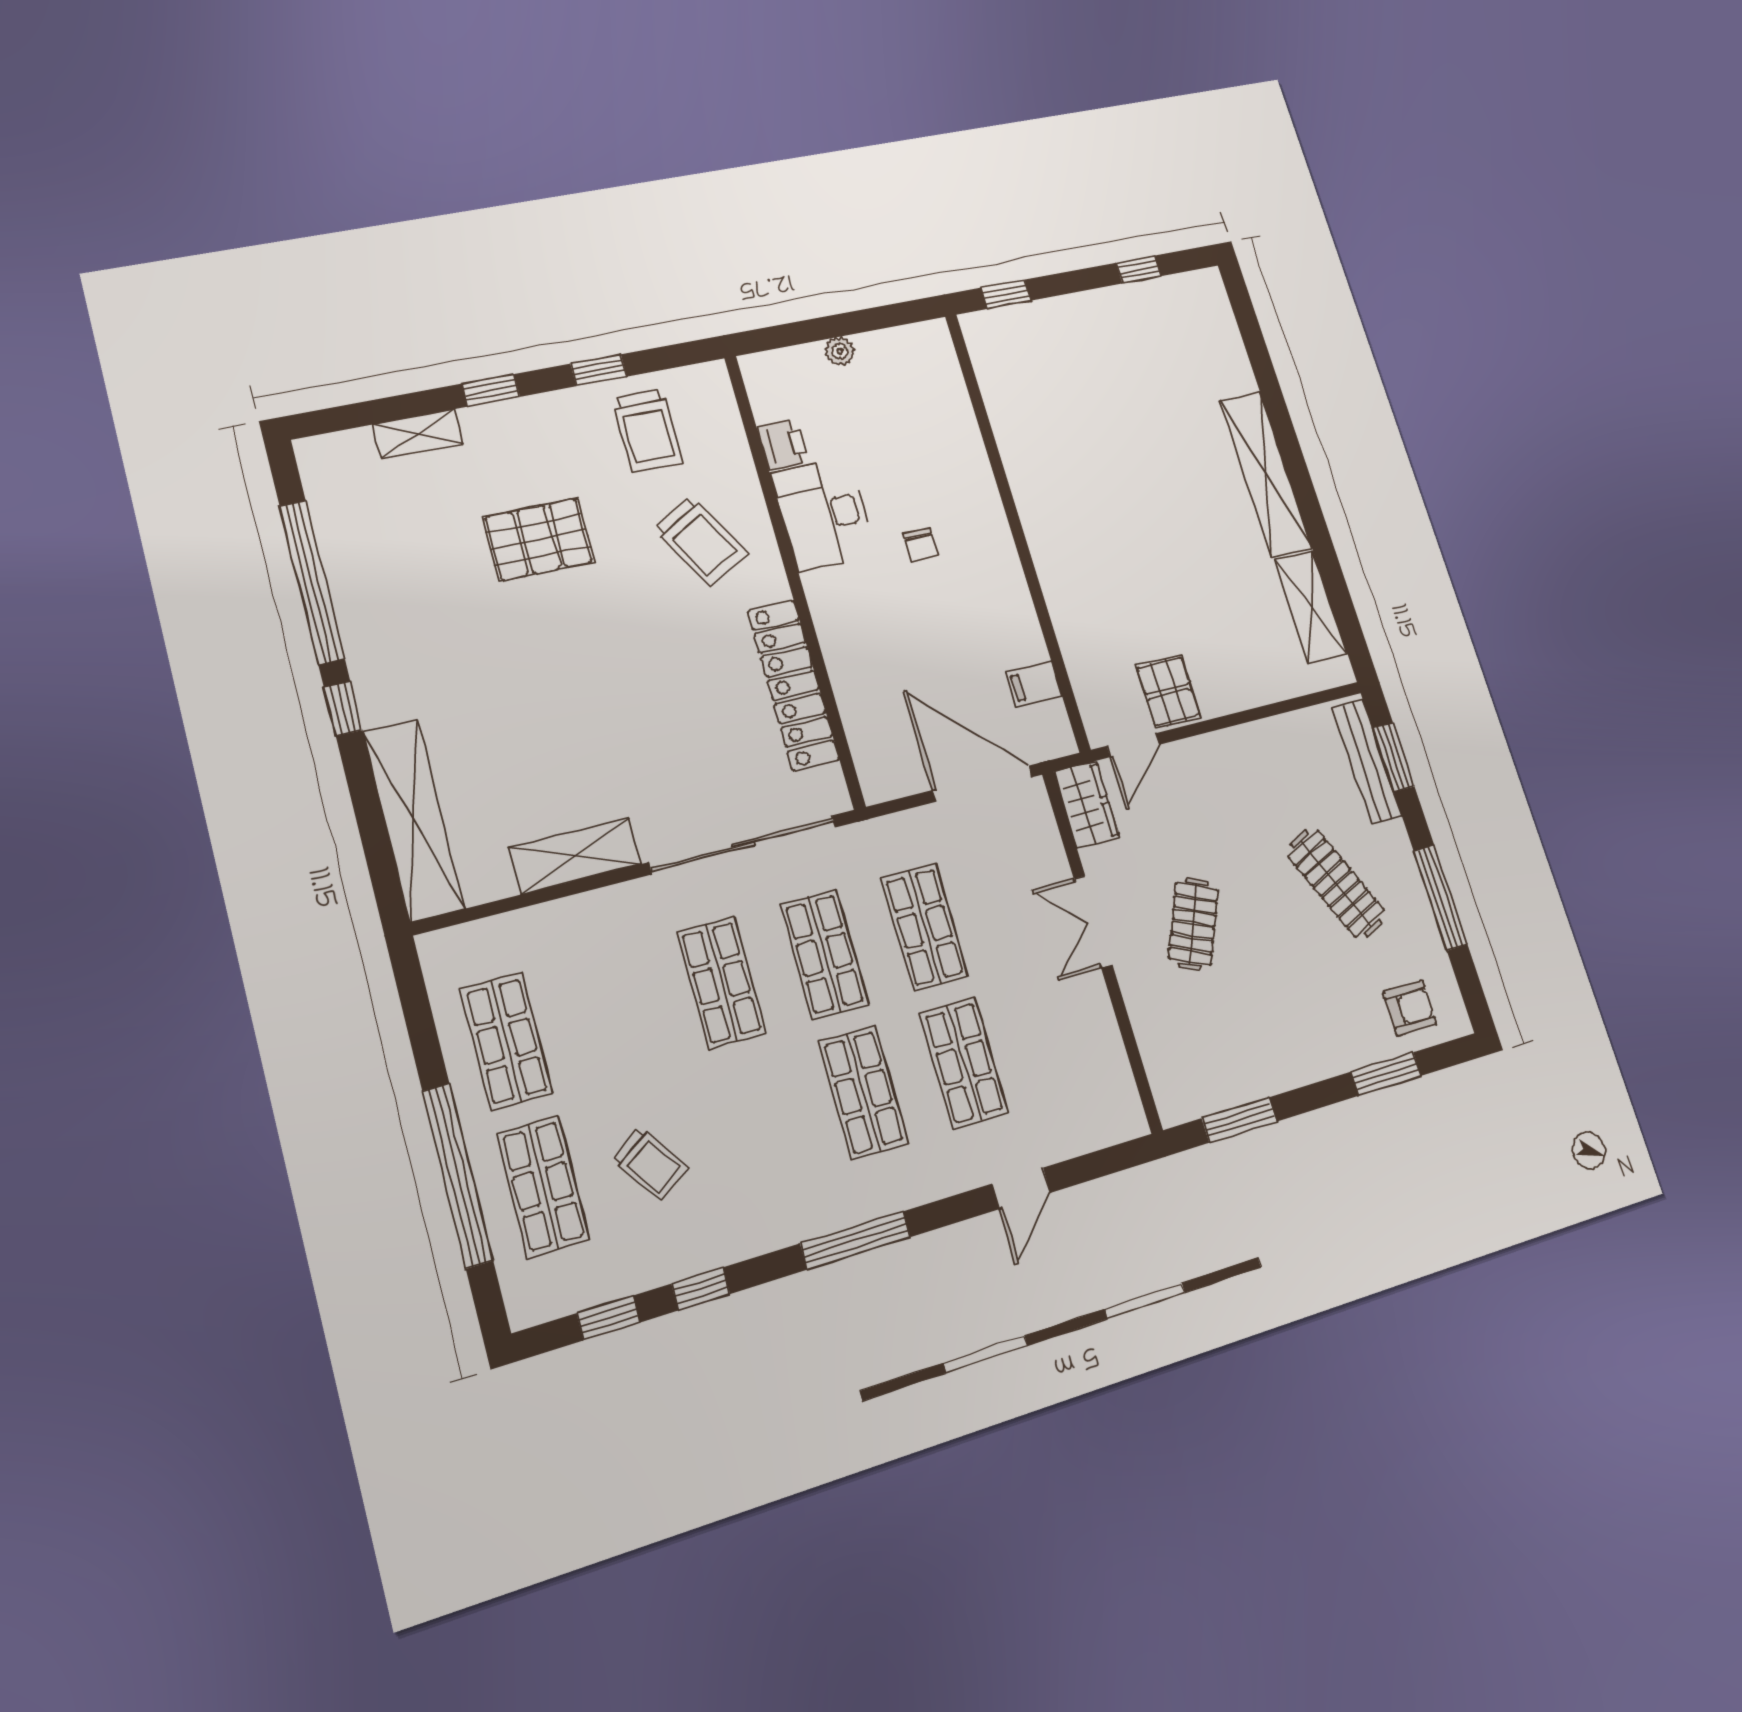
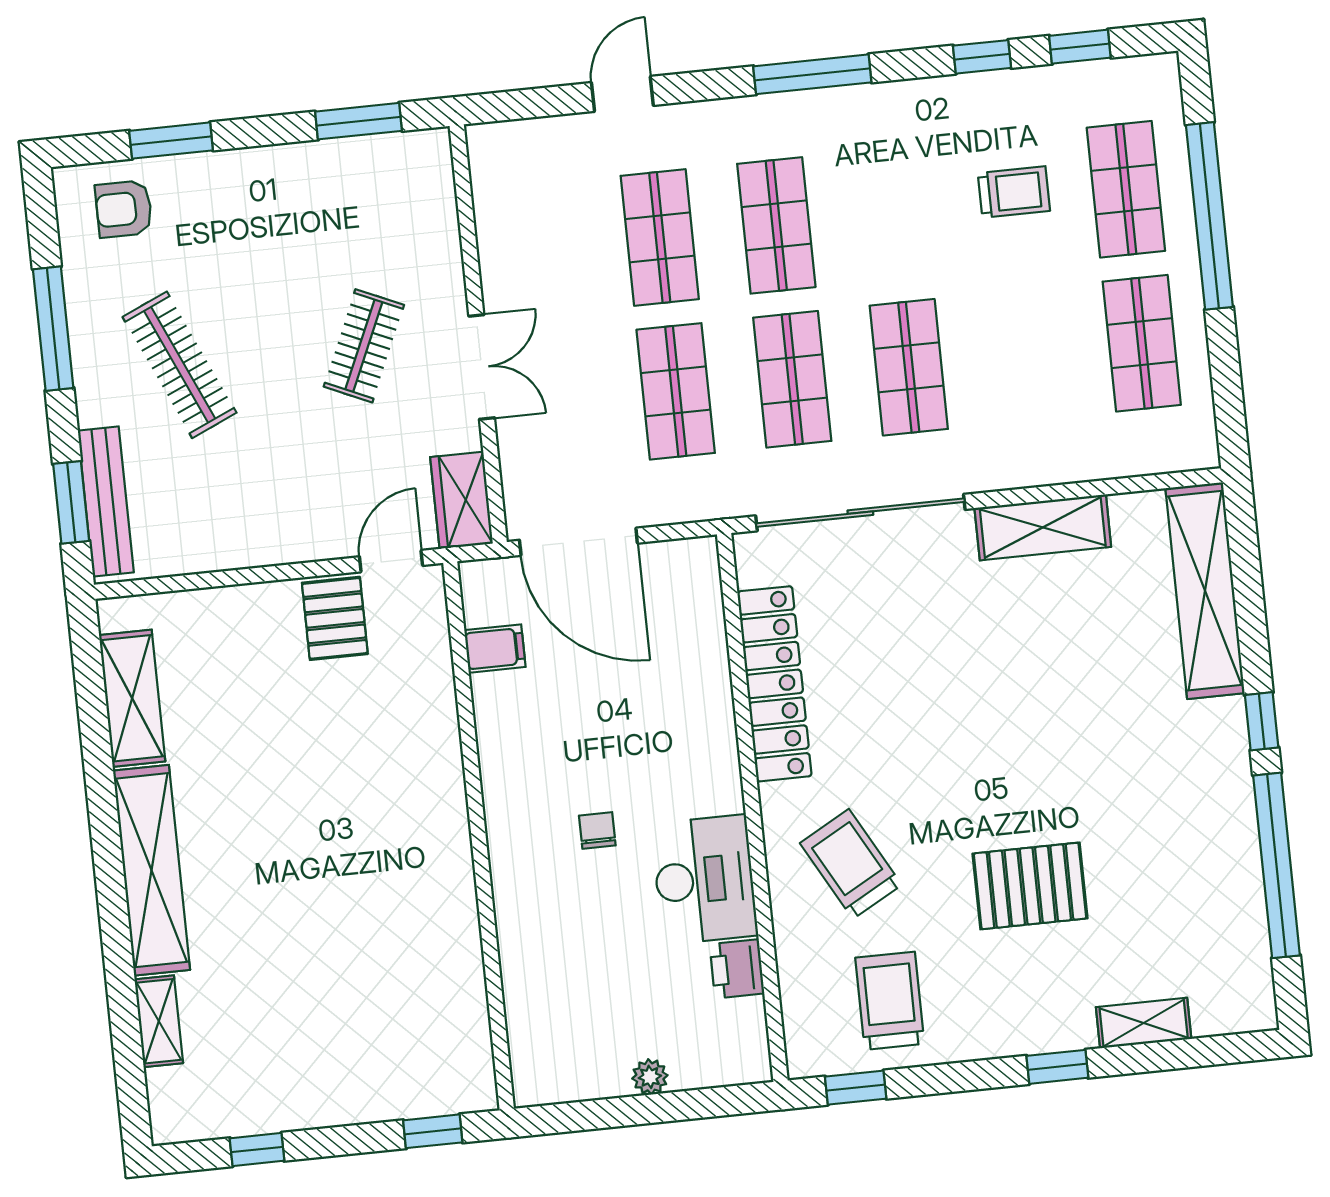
shelving: (1234, 359) -> (159, 1021), added
window: (599, 370) -> (856, 1088), moved
trolley: (650, 1164) -> (1014, 192), turned 125

